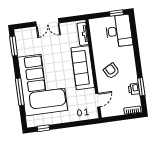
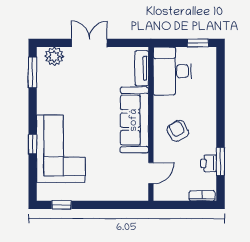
double door: (47, 22) -> (89, 43), swing flipped
desk: (119, 31) -> (172, 71), moved, turned 180
plant: (26, 34) -> (54, 56), added
corner sofa: (43, 84) -> (61, 149), width x0.73, depth x0.74
window: (20, 92) -> (33, 144), width x0.46

